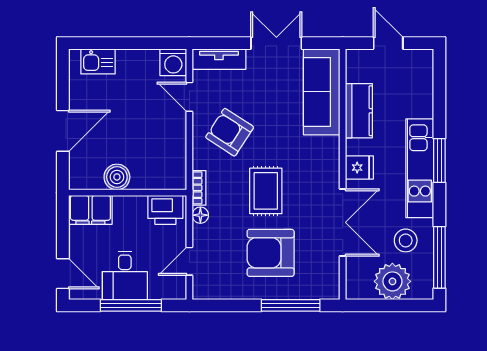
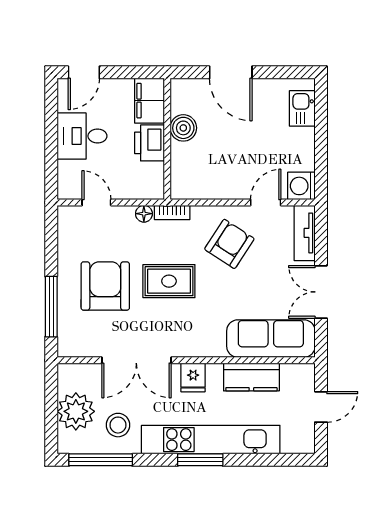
double door: (276, 43) -> (321, 292), swing flipped
kitchen unit: (420, 168) -> (211, 440), width x1.36
printer: (165, 210) -> (150, 143), moved
window: (131, 305) -> (51, 142), removed

